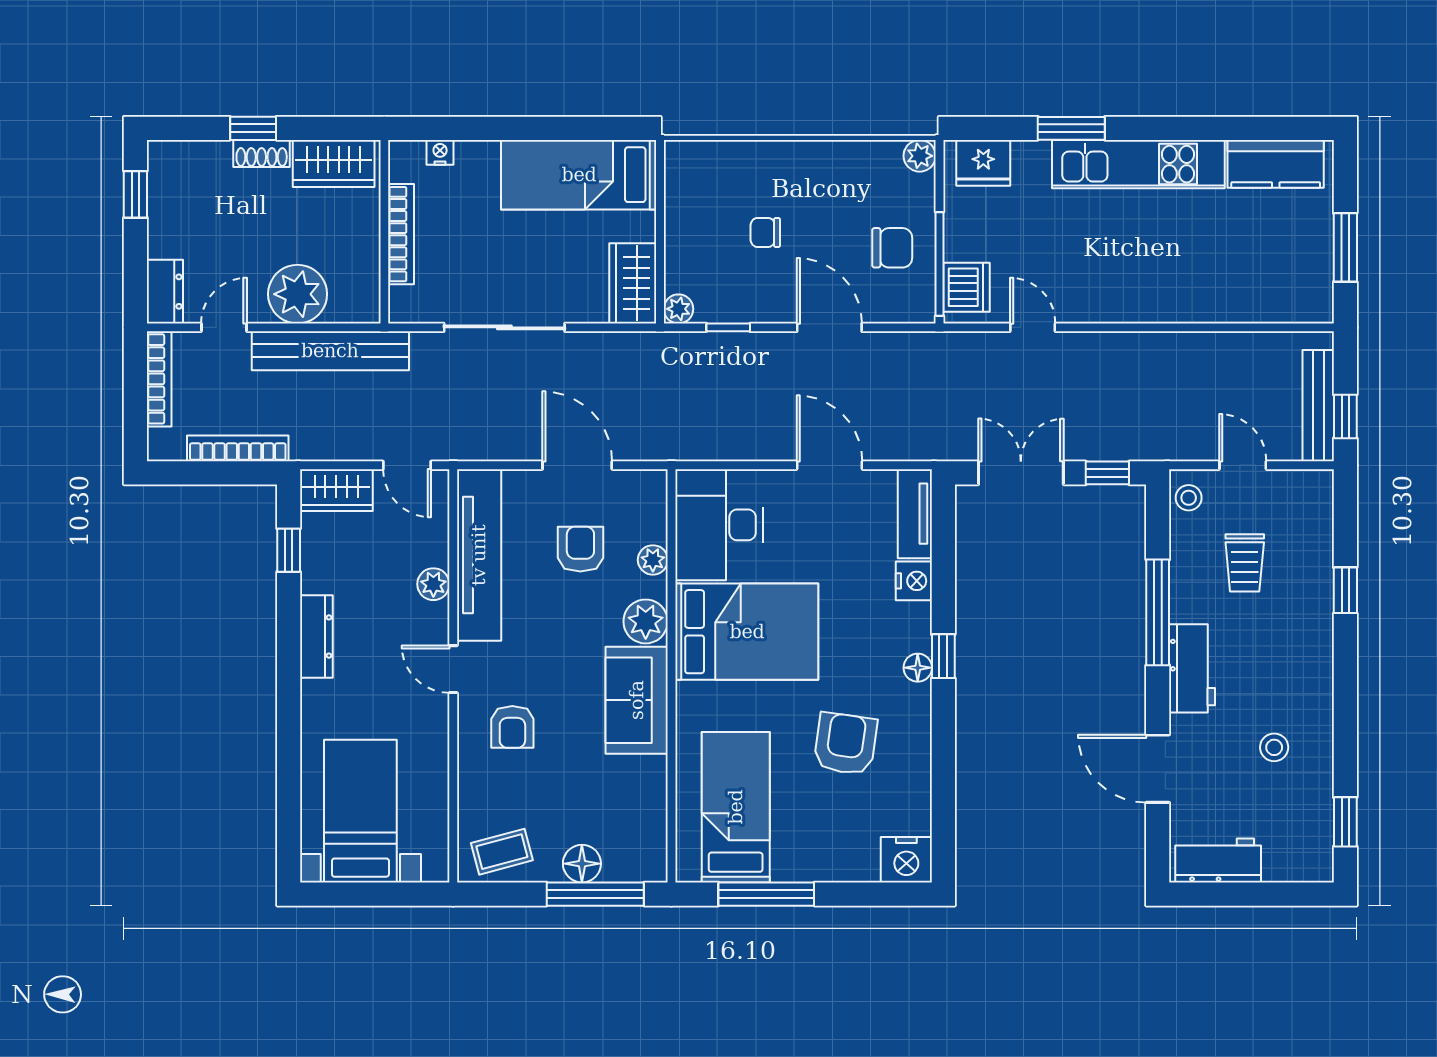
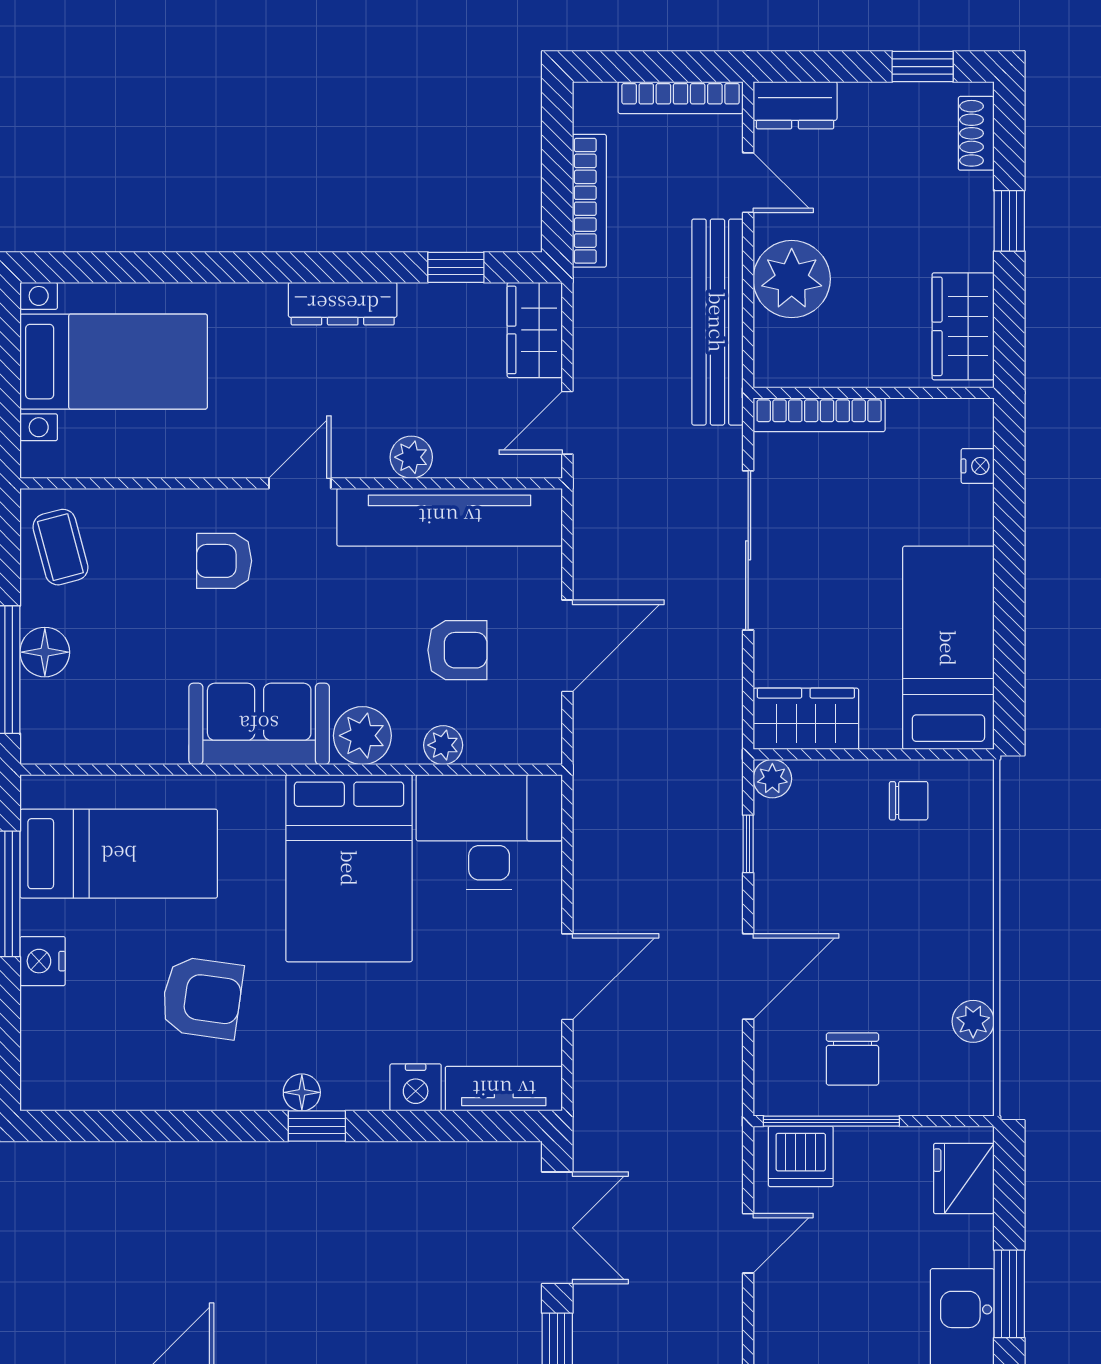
shoe rack: (262, 153) -> (976, 133), moved
plant: (920, 156) -> (973, 1021), moved
chair: (765, 232) -> (909, 801), moved, turned 90
bookcase: (401, 234) -> (819, 415), moved
nightstand: (906, 860) -> (43, 961), moved, width x0.74, depth x0.75

